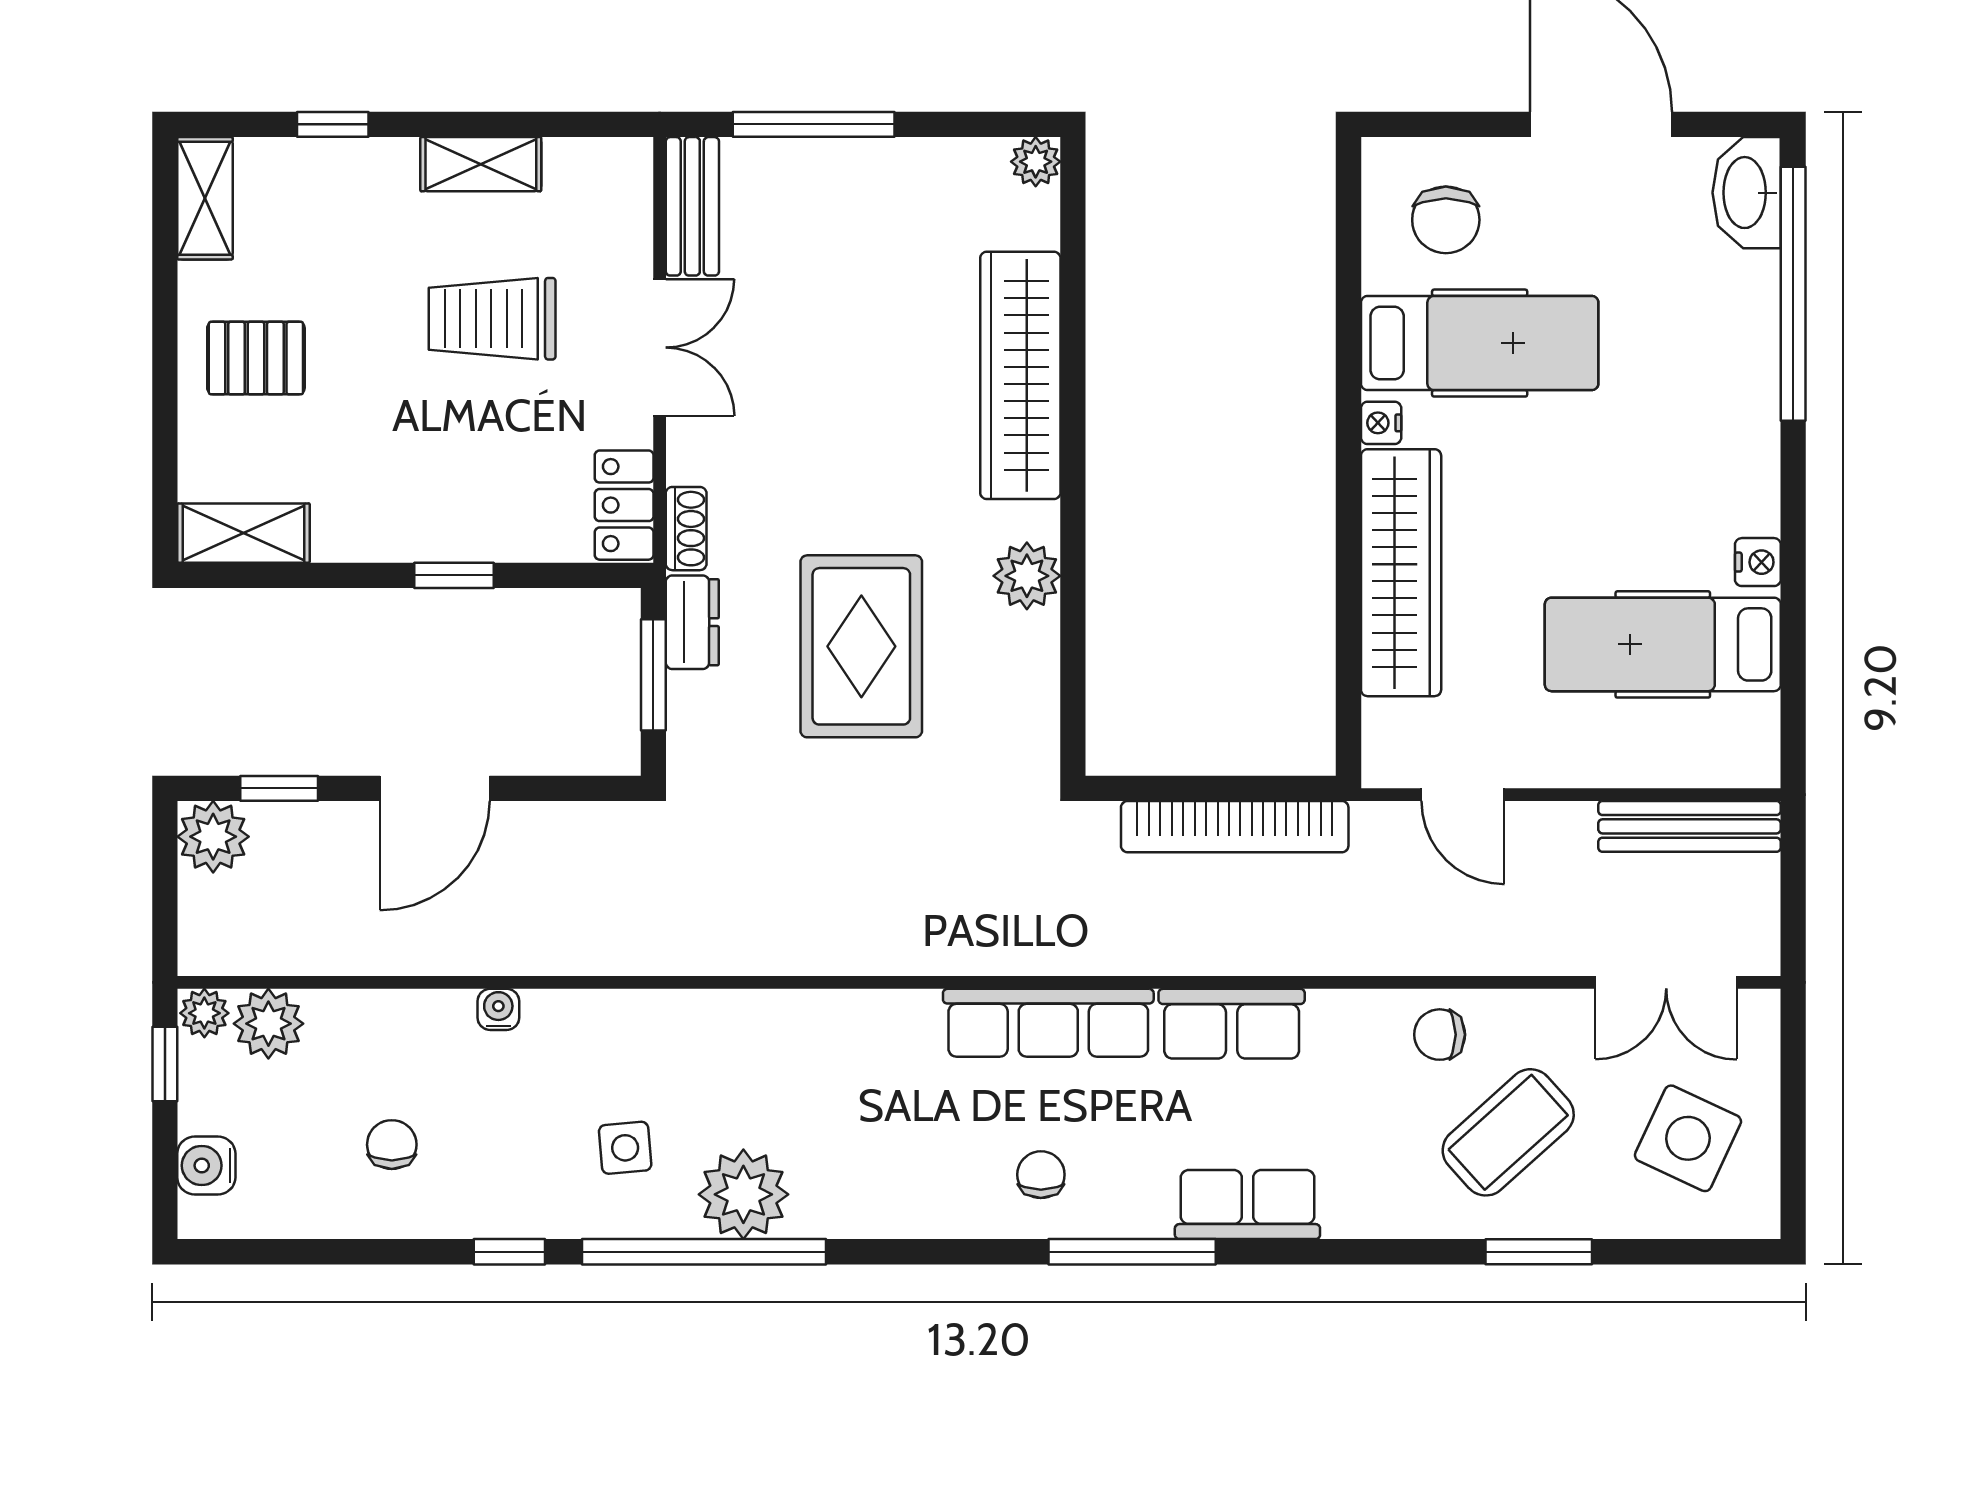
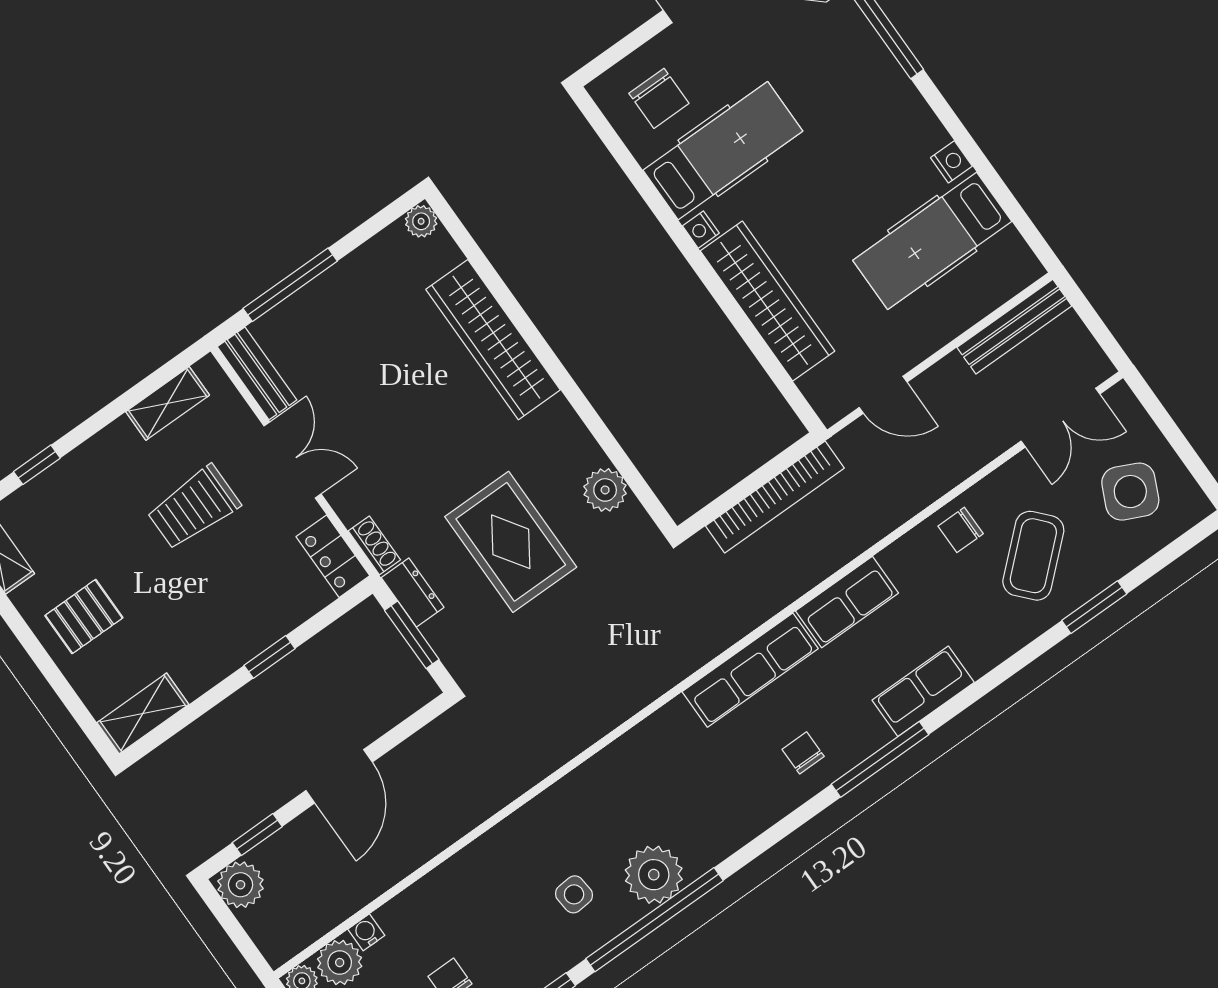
shelving: (481, 164) -> (168, 403), moved
plant: (1027, 576) -> (605, 490), moved
water cooler: (498, 1009) -> (366, 932), moved

